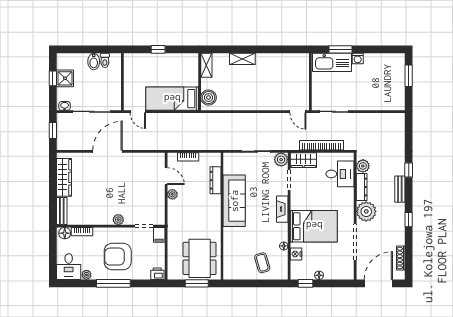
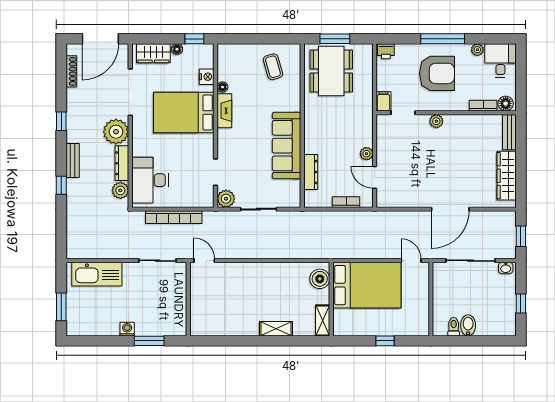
kitchen sink: (332, 62) -> (97, 274), moved, turned 180
shower: (65, 78) -> (505, 304), removed
bed: (172, 99) -> (367, 285), width x1.50
wardrobe: (303, 160) -> (153, 53), moved, turned 180
desk: (340, 174) -> (150, 180), width x1.37
fireplace: (282, 209) -> (224, 111), moved
coffee table: (262, 263) -> (273, 67), moved

